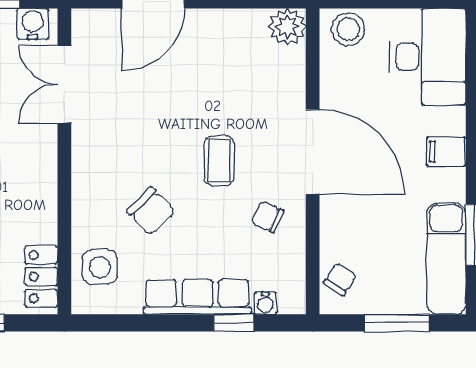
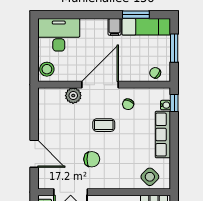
plant: (287, 27) -> (73, 96), moved
filing cabinet: (446, 152) -> (115, 27), moved
chair: (151, 211) -> (92, 159), moved, turned 44
side table: (100, 267) -> (150, 177), turned 45
window: (234, 323) -> (174, 103), moved

